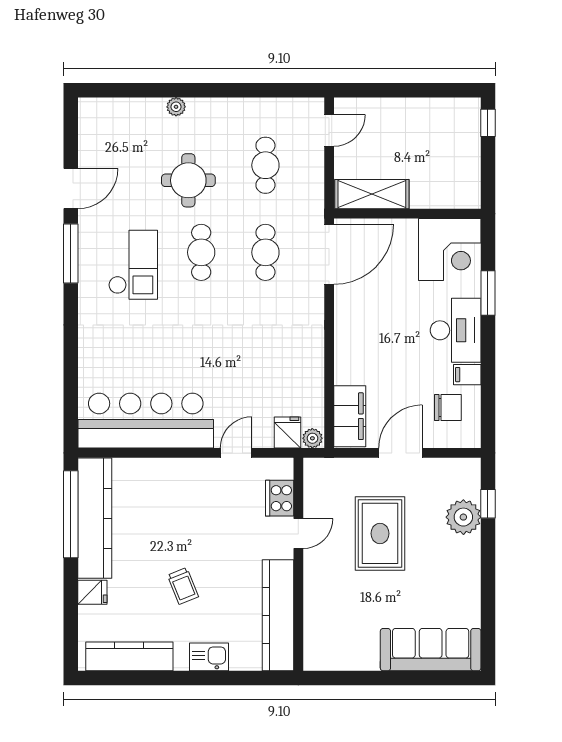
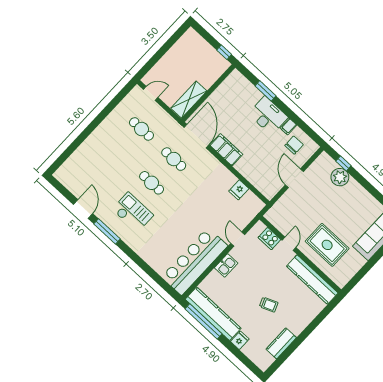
plant: (176, 107) -> (89, 142), removed
window: (488, 123) -> (224, 52), moved
door: (329, 130) -> (151, 93), hinge flipped
round table: (188, 180) -> (120, 163), removed
corner desk: (450, 249) -> (236, 90), removed
filing cabinet: (350, 416) -> (226, 150), moved
fridge: (288, 433) -> (239, 190), moved, turned -90
plant: (312, 438) -> (259, 206), removed
rug: (380, 533) -> (327, 245), moved
kitchen counter: (129, 656) -> (281, 343), width x0.67
kitchen sink: (209, 657) -> (226, 265), moved, turned 180

